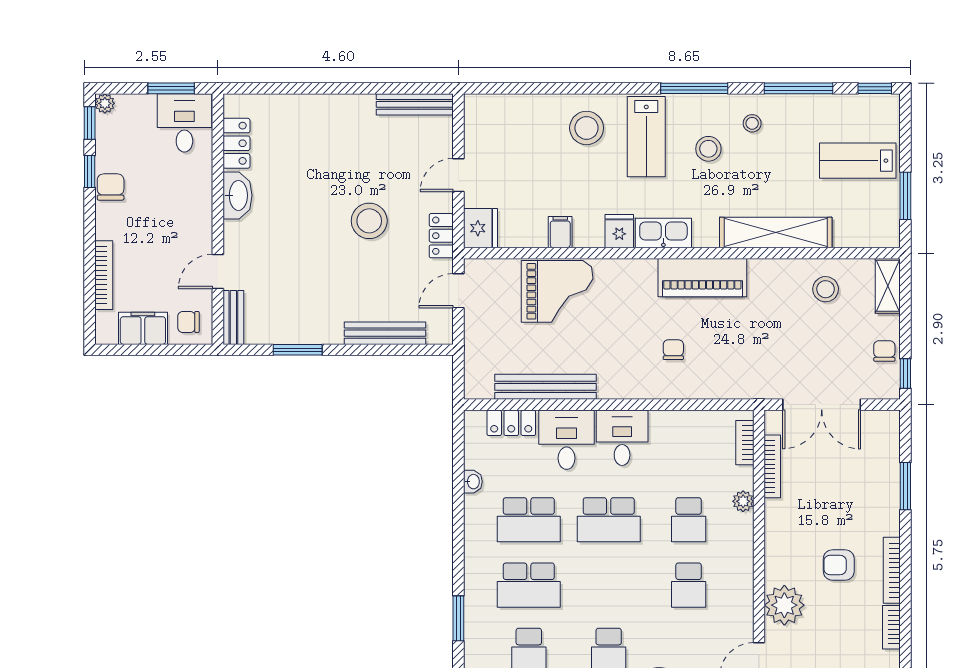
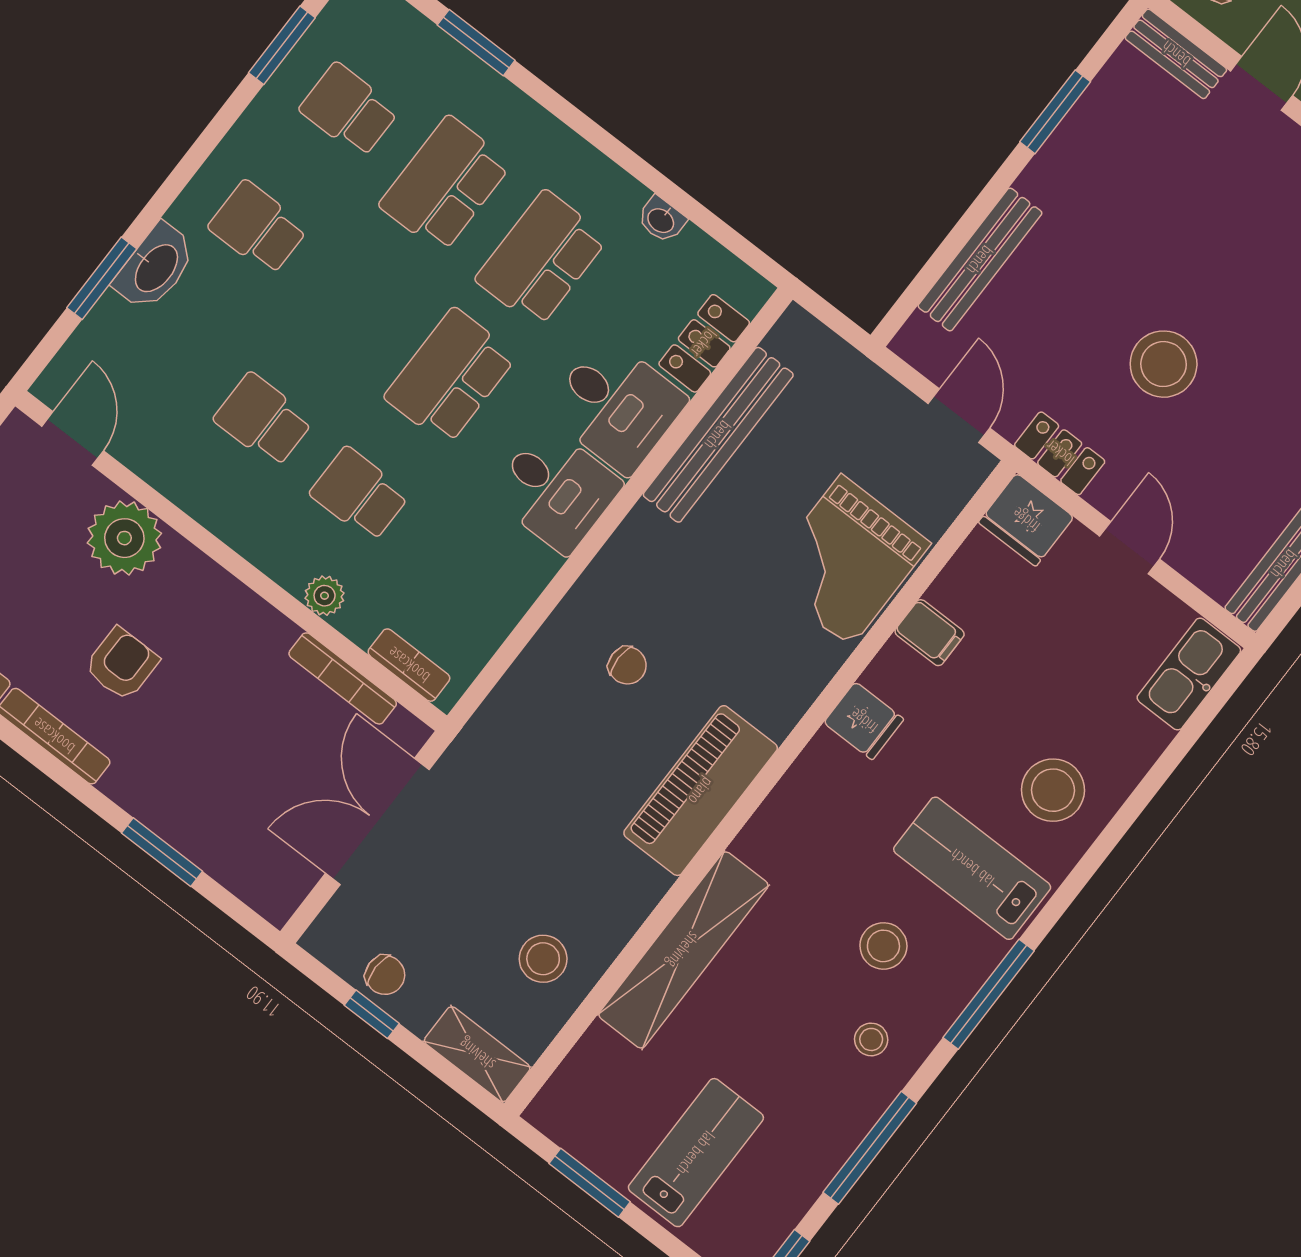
kitchen sink: (663, 233) -> (1189, 674), moved, turned 180
window: (905, 373) -> (372, 1014), moved

